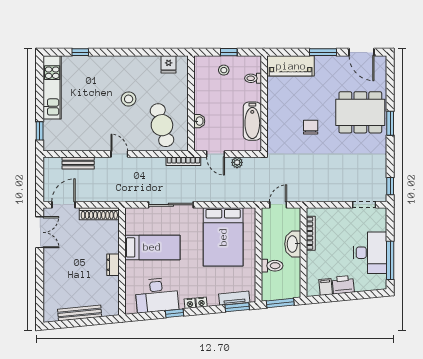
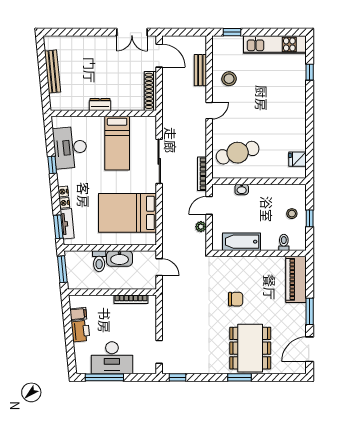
stool: (129, 99) -> (229, 79), moved
washbasin: (293, 244) -> (120, 258), moved, turned 180
nightstand: (190, 303) -> (64, 203), moved

